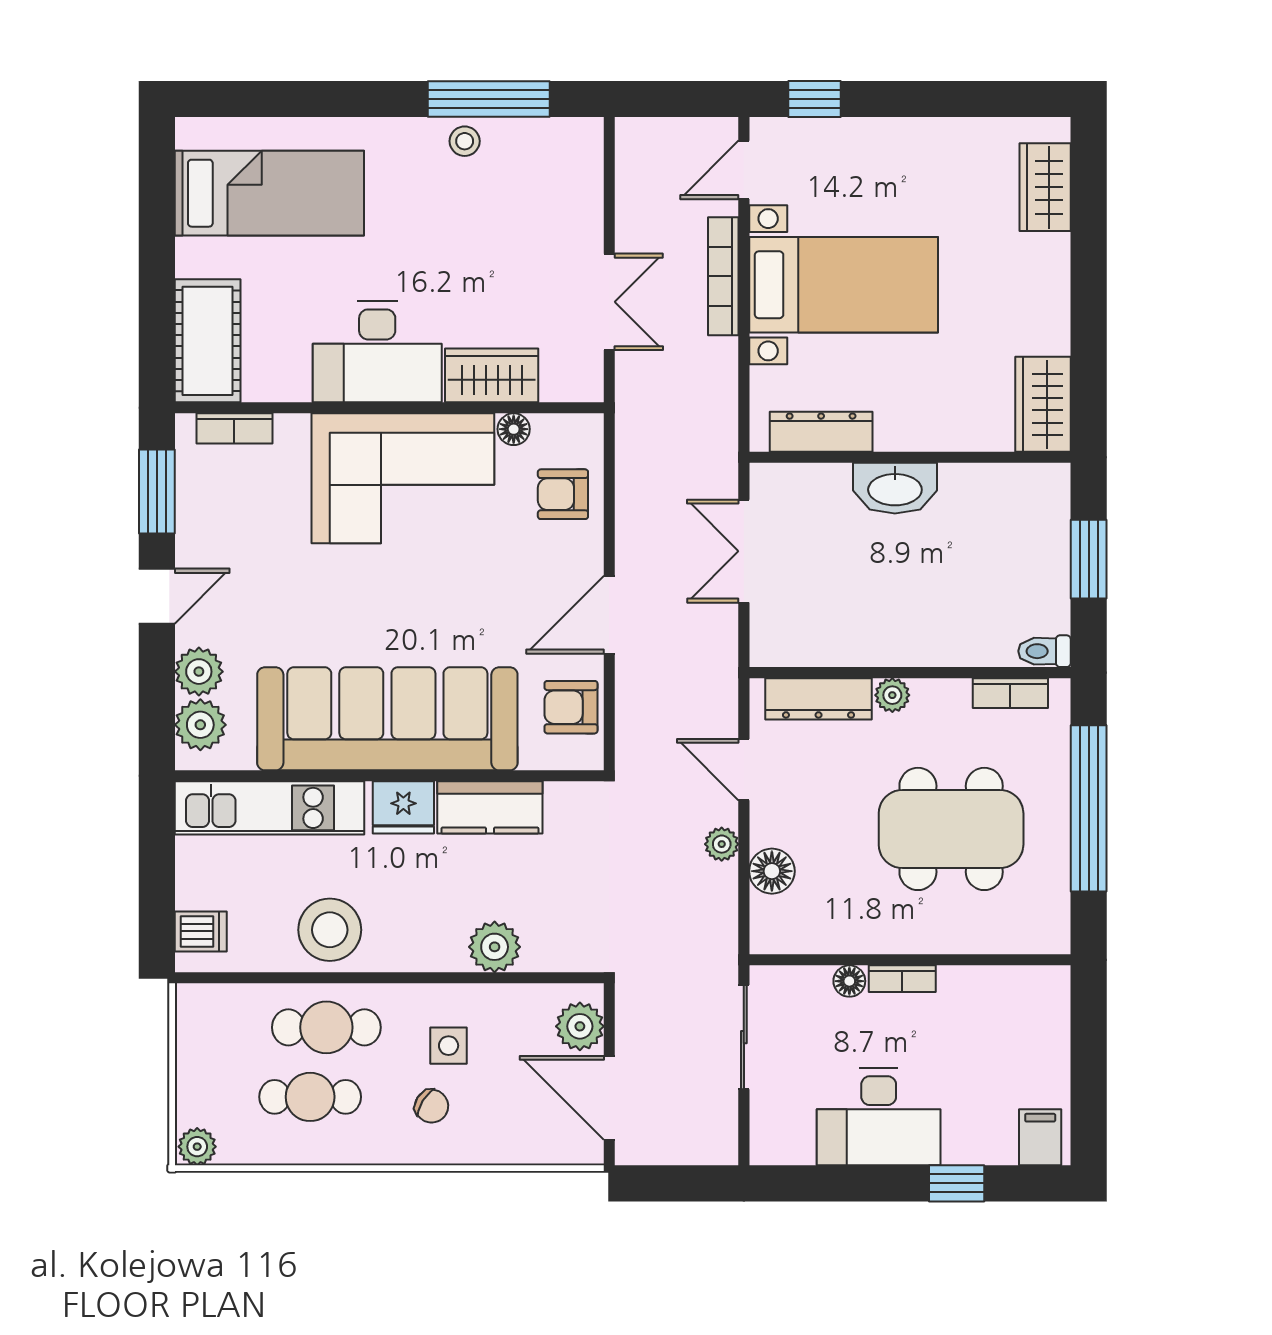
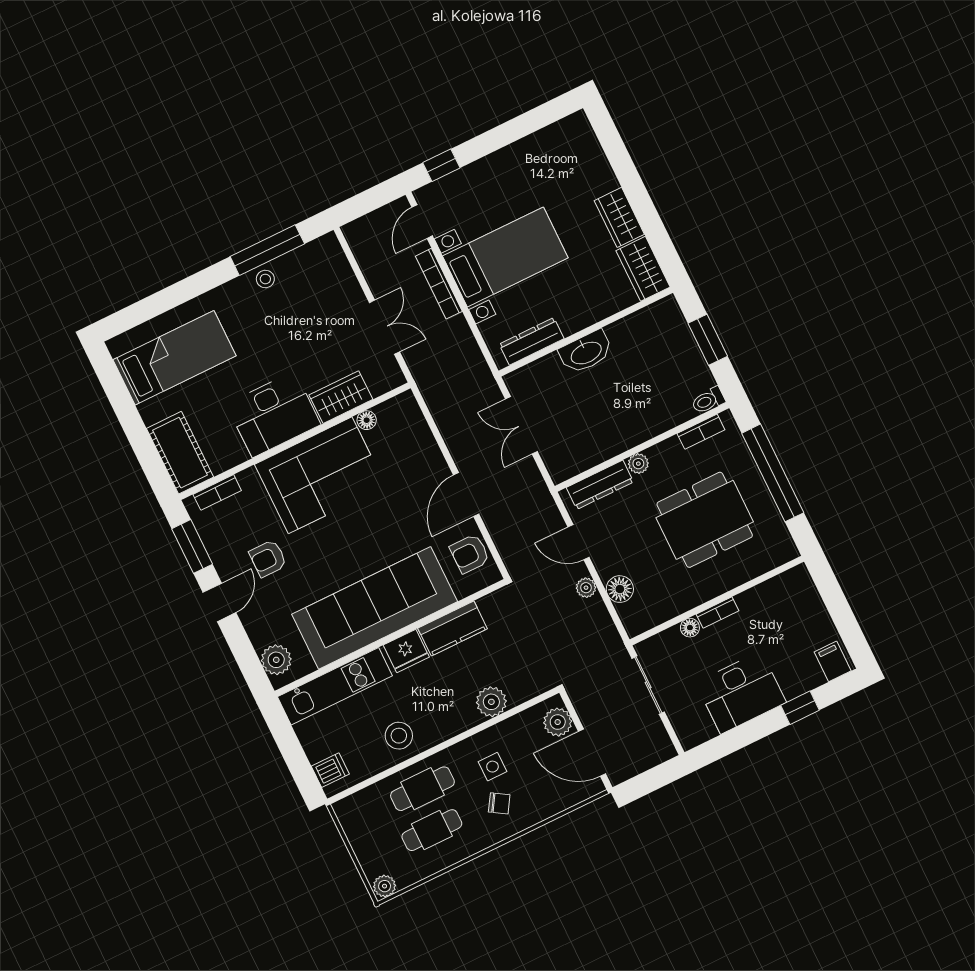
wardrobe: (1045, 187) -> (619, 217), moved
armchair: (563, 494) -> (268, 558), moved
plant: (199, 672) -> (262, 632), removed
stool: (330, 930) -> (399, 736), width x0.73, depth x0.73

